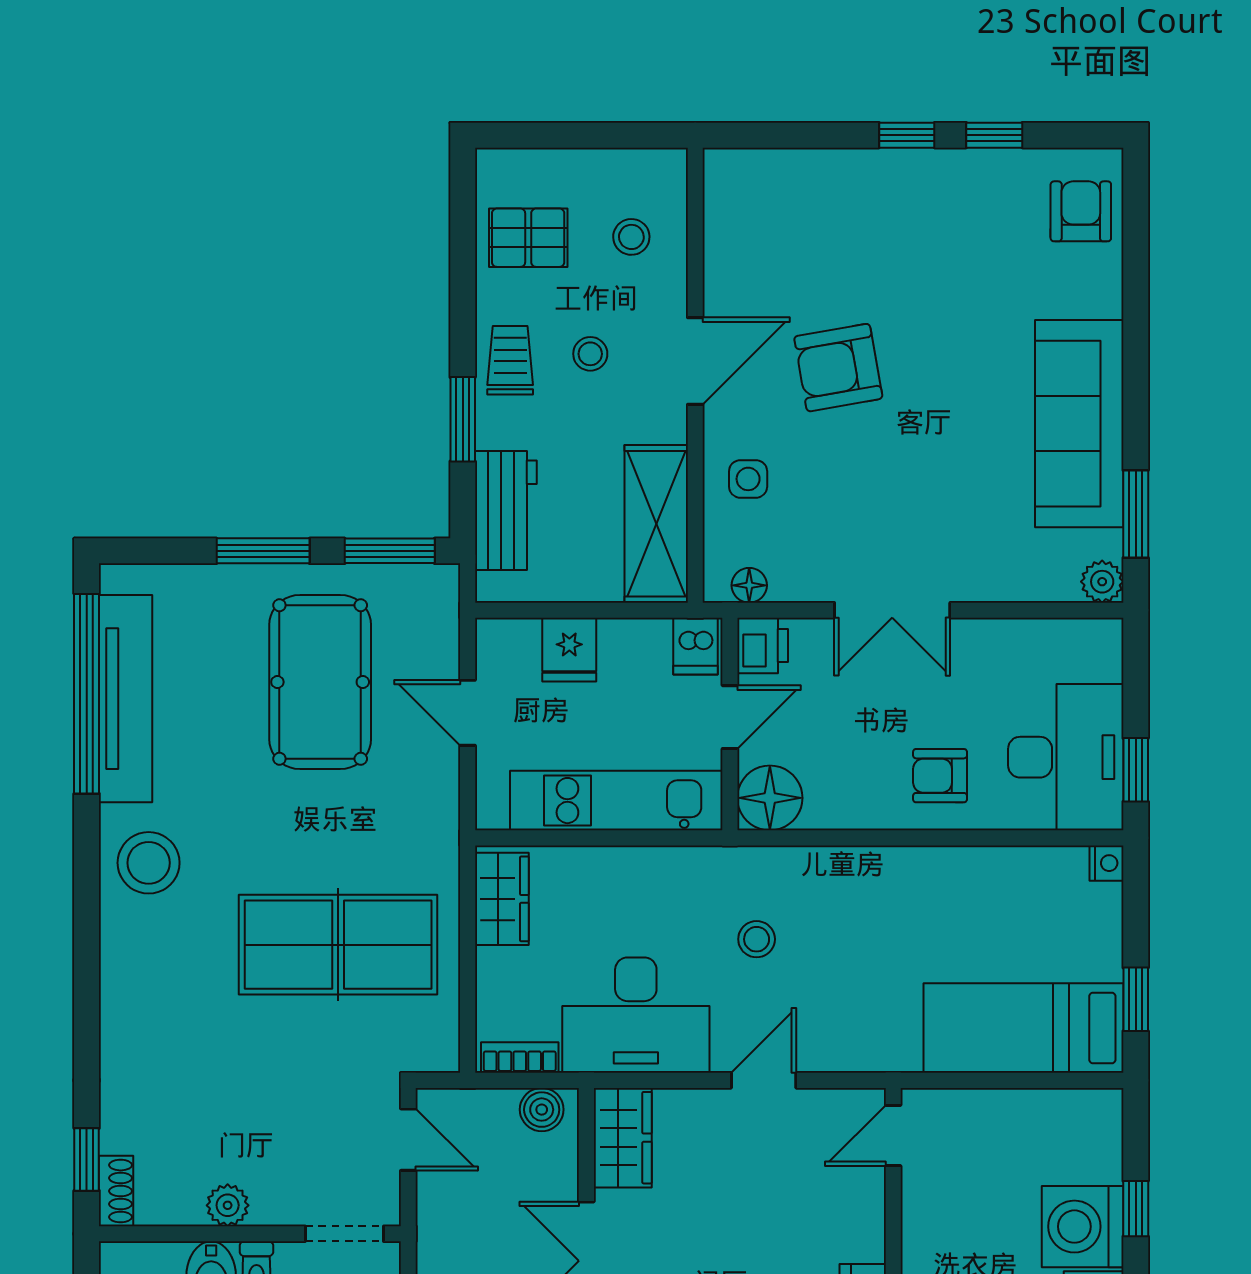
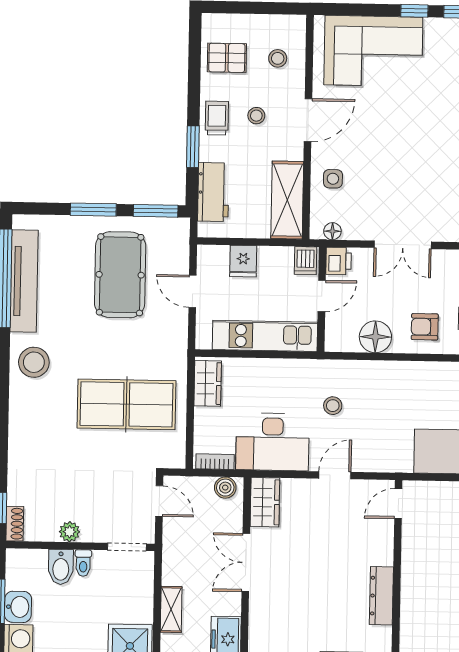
corner sofa: (825, 218) -> (373, 51), added
armchair: (838, 368) -> (378, 125), removed
floor lamp: (770, 798) -> (375, 337), moved

